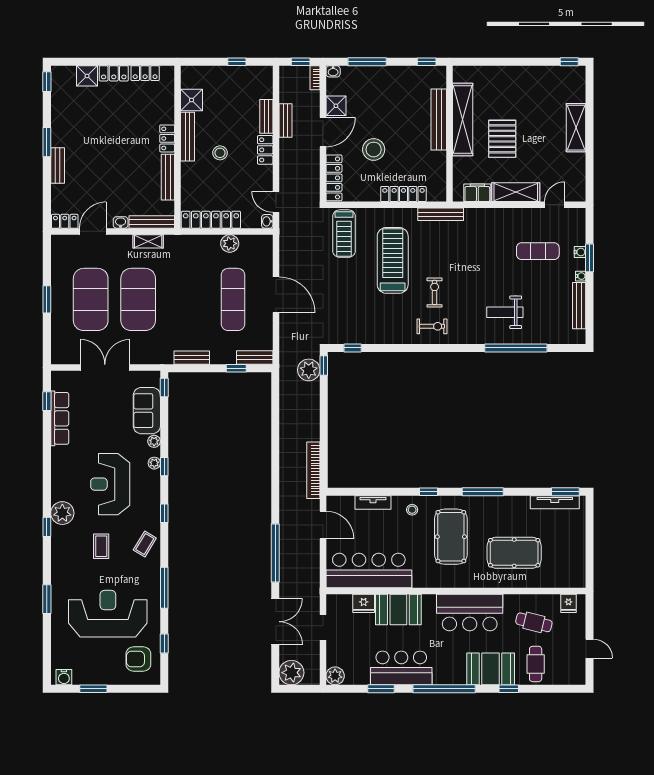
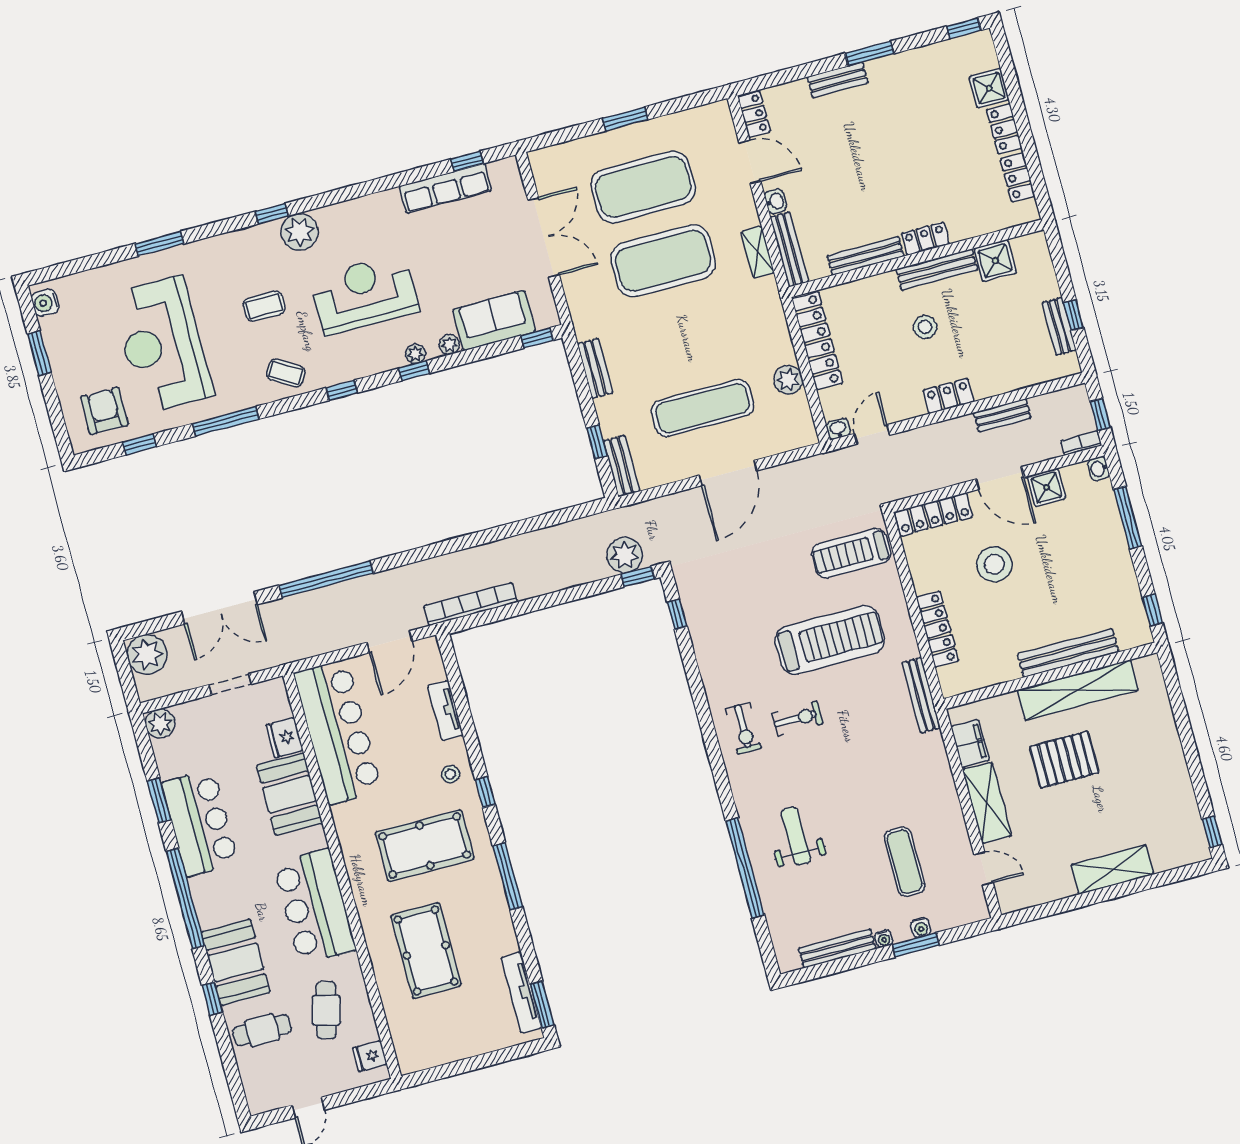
bench: (266, 116) -> (1059, 326), moved, turned 90
reception desk: (108, 614) -> (162, 345), turned 180

